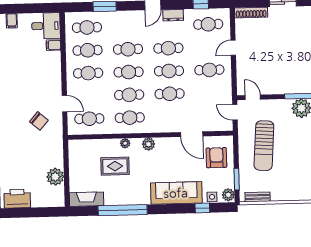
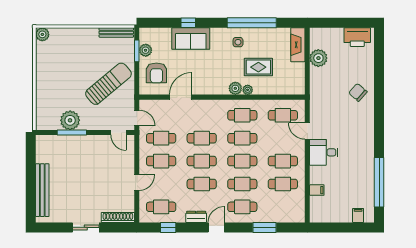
desk: (46, 26) -> (324, 152), moved
cafe table: (87, 27) -> (242, 207), moved
cafe table: (210, 93) -> (161, 138), added
chair: (39, 121) -> (358, 92), moved
door: (192, 134) -> (181, 97), hinge flipped
plant: (149, 144) -> (235, 88), moved
sun lounger: (264, 146) -> (108, 84), turned 46
sofa: (176, 193) -> (191, 39), width x0.73
plant: (228, 195) -> (146, 50), moved
side table: (212, 197) -> (238, 42), moved
bench: (258, 197) -> (116, 32), width x1.36
fireplace: (86, 199) -> (298, 45), moved, turned 90
window: (202, 208) -> (188, 23), moved

